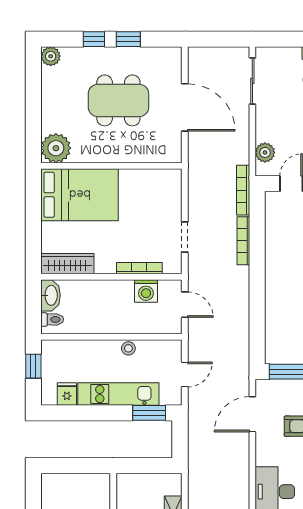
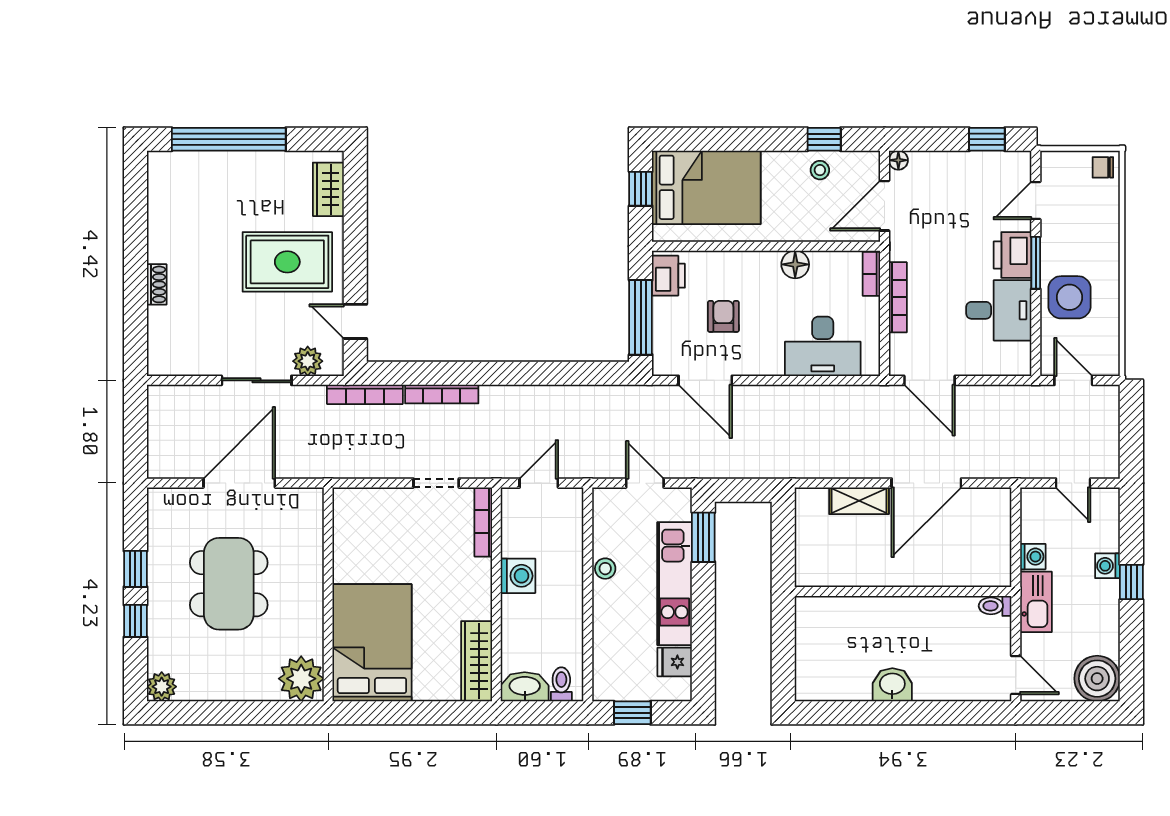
sliding door: (252, 81) -> (257, 380), moved
bookcase: (139, 268) -> (483, 522), moved
washing machine: (146, 291) -> (518, 576), moved

